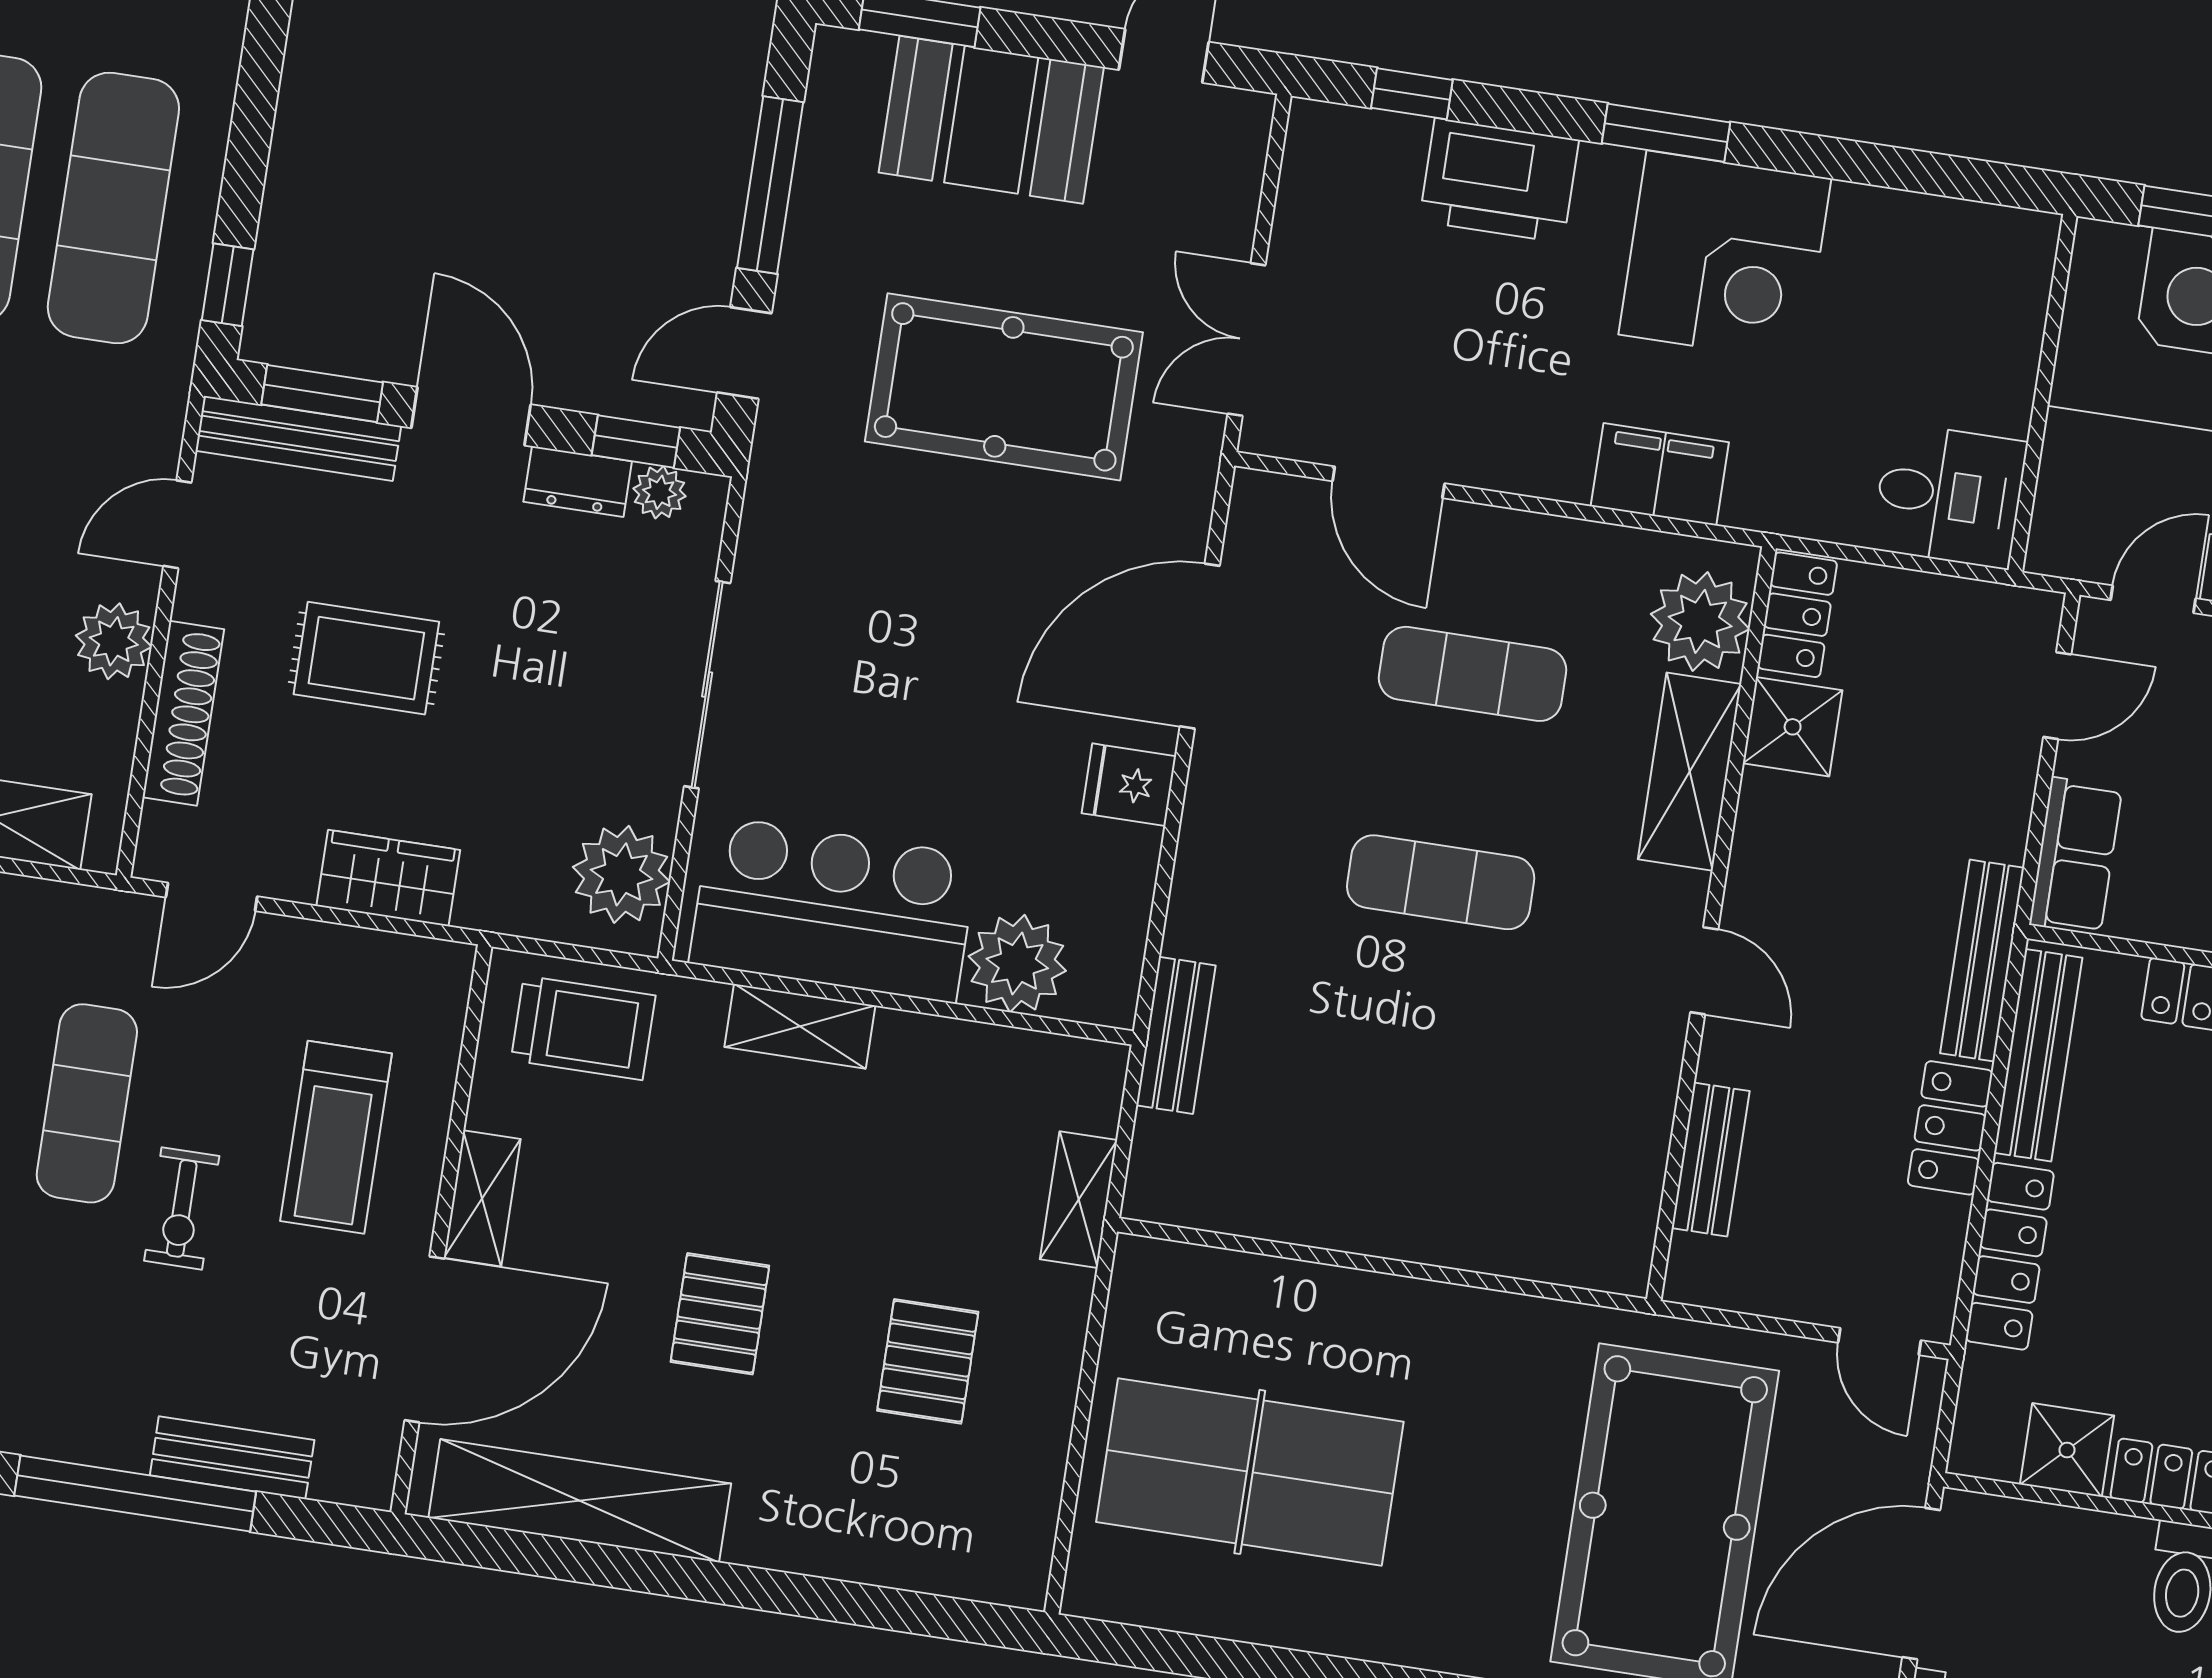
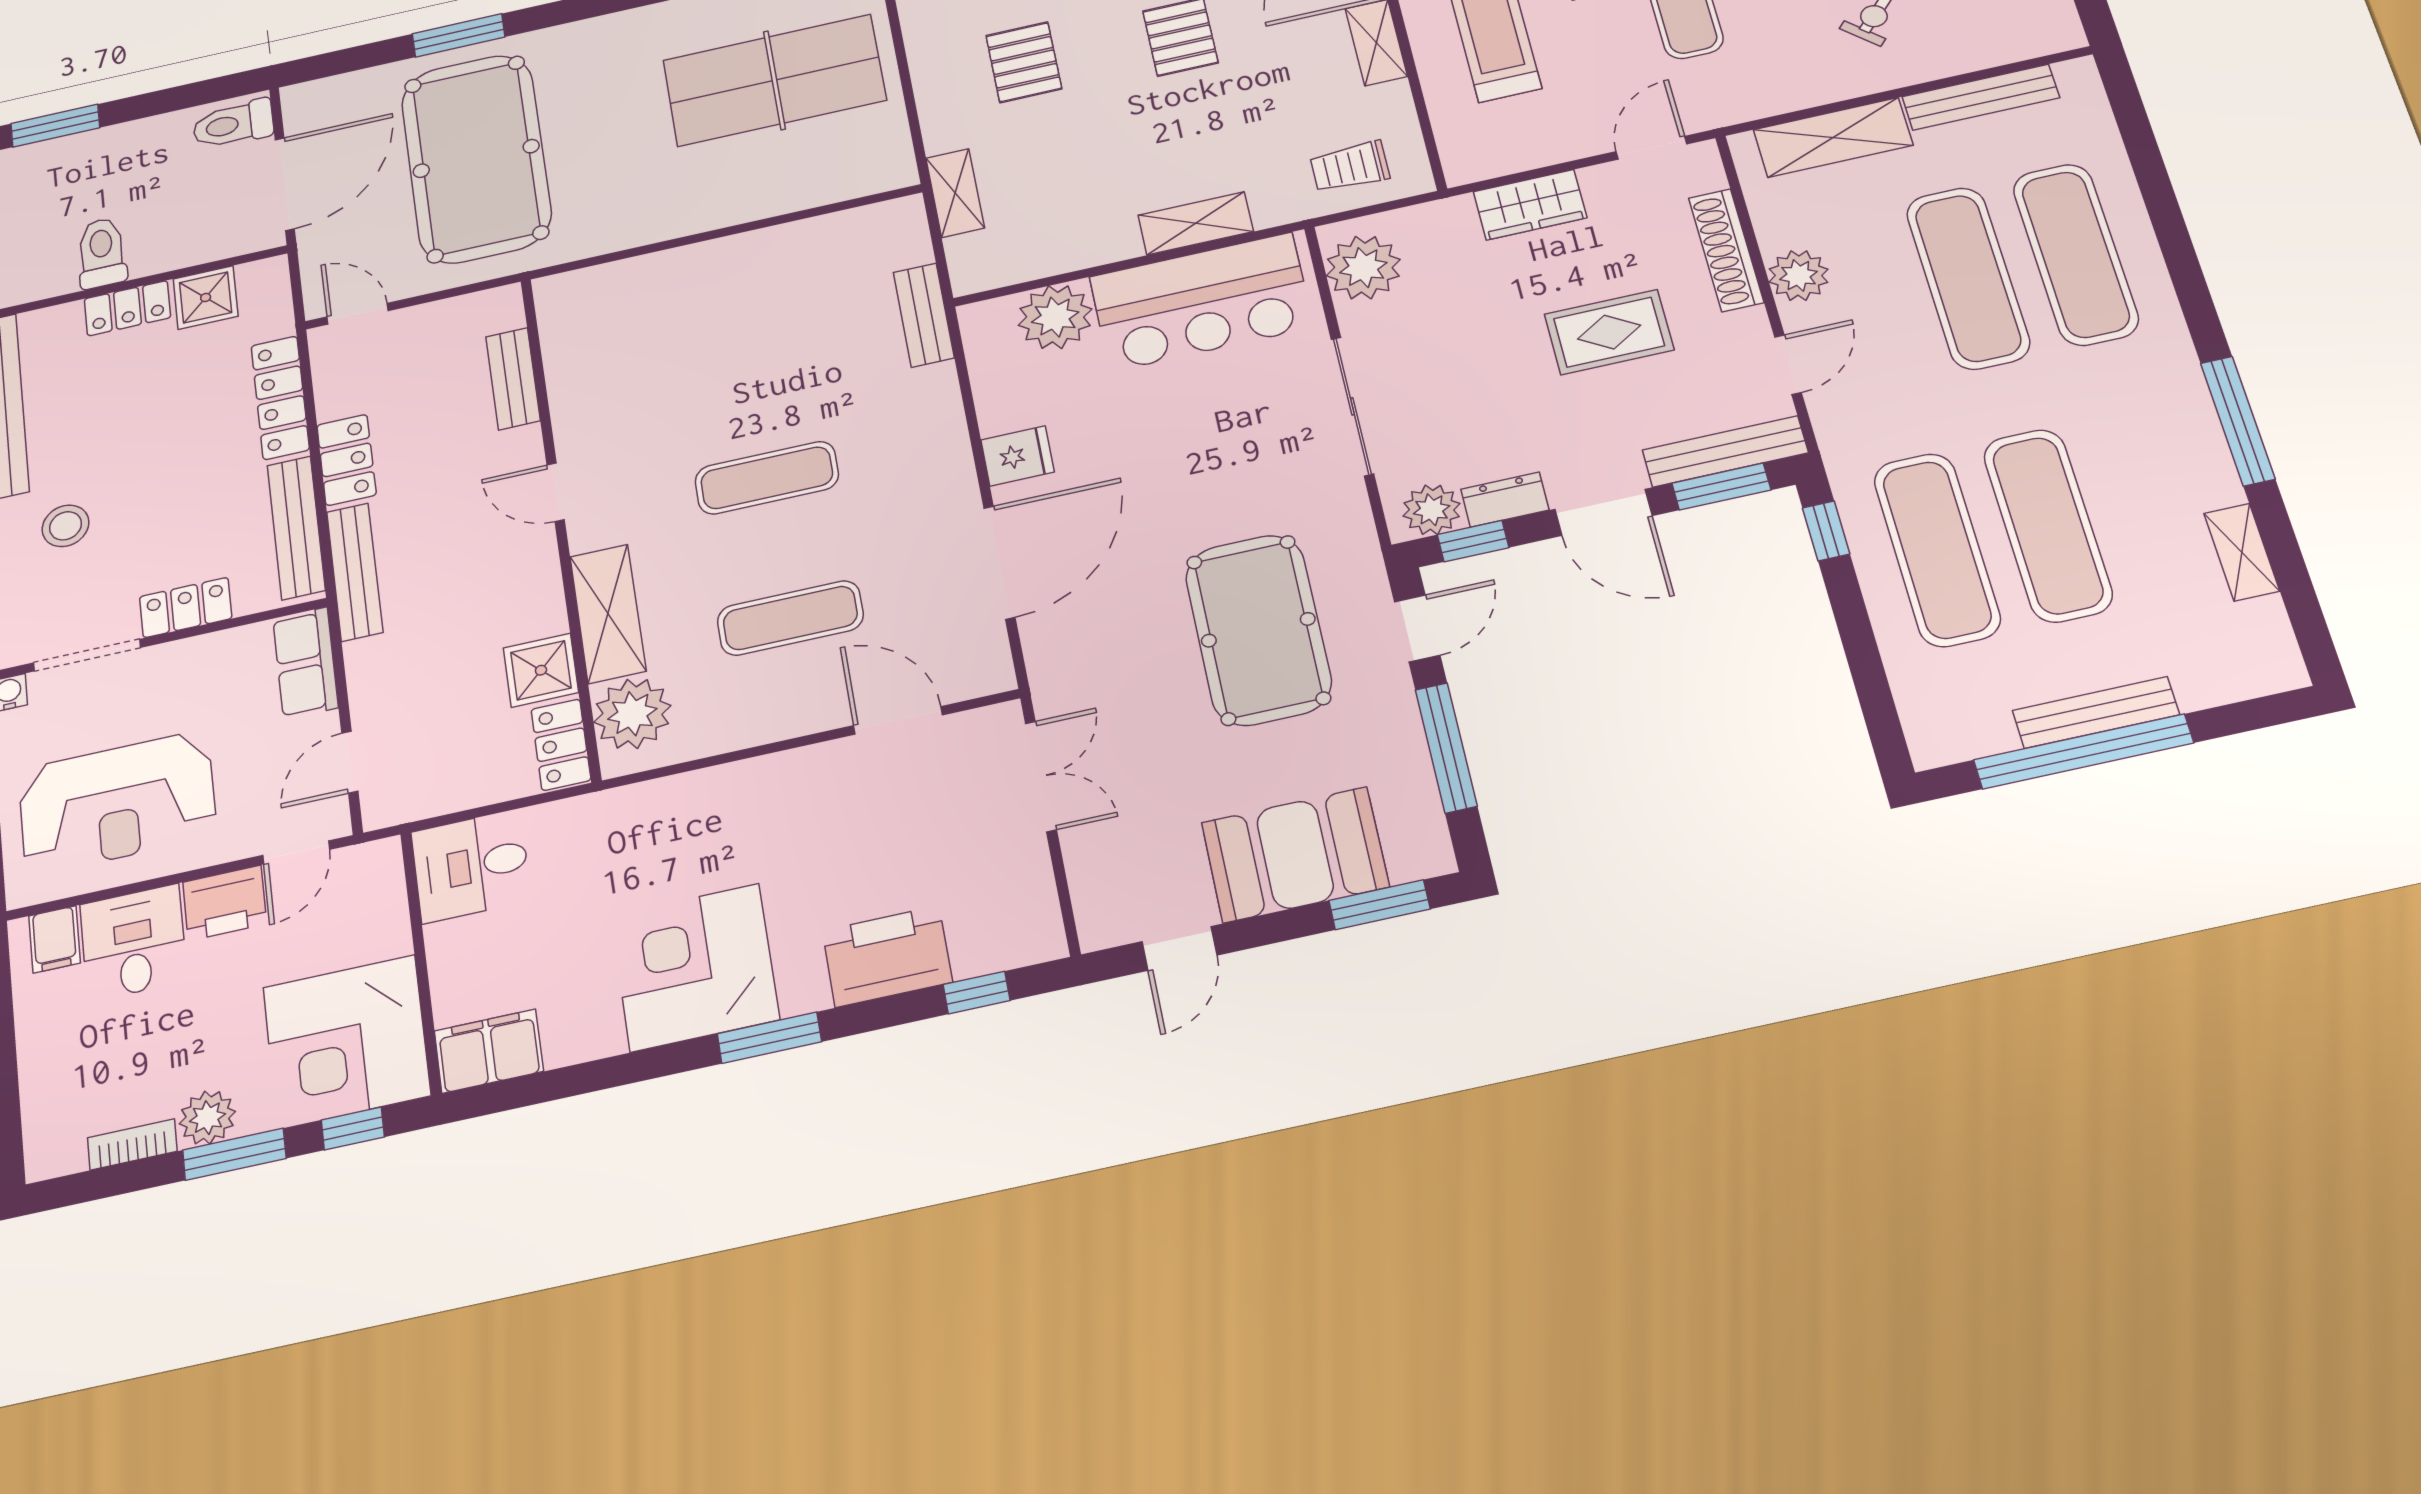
pool table: (1004, 387) -> (1258, 630), moved, turned 90
filing cabinet: (1660, 474) -> (489, 1051), moved, turned 180
plant: (659, 492) -> (1432, 510), width x1.38, depth x1.38
trolley: (583, 1028) -> (1350, 167), width x0.73, depth x0.72

